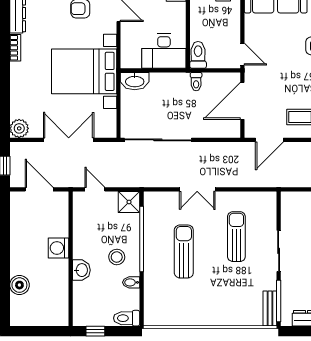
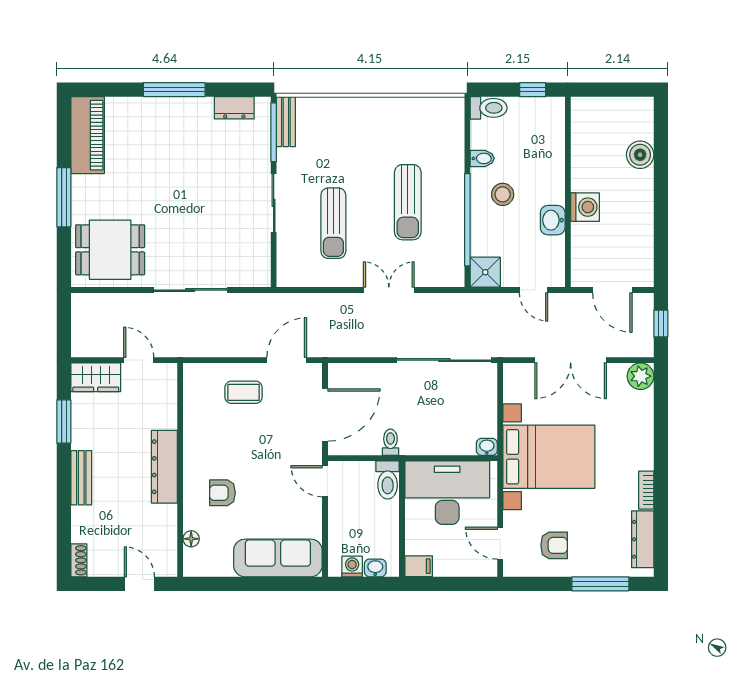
desk: (164, 51) -> (447, 493), width x1.36, depth x1.30
washbasin: (135, 81) -> (487, 447), width x0.52, depth x0.69
washbasin: (81, 270) -> (553, 220), moved

